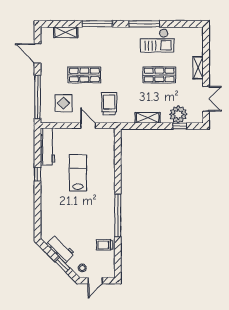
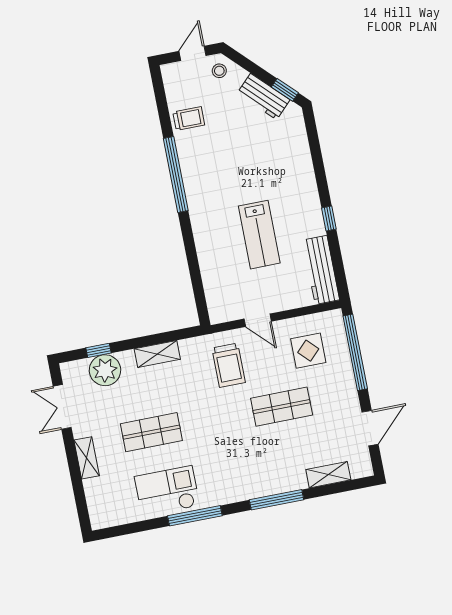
door: (38, 53) -> (370, 428), hinge flipped
window: (63, 265) -> (285, 90), moved

